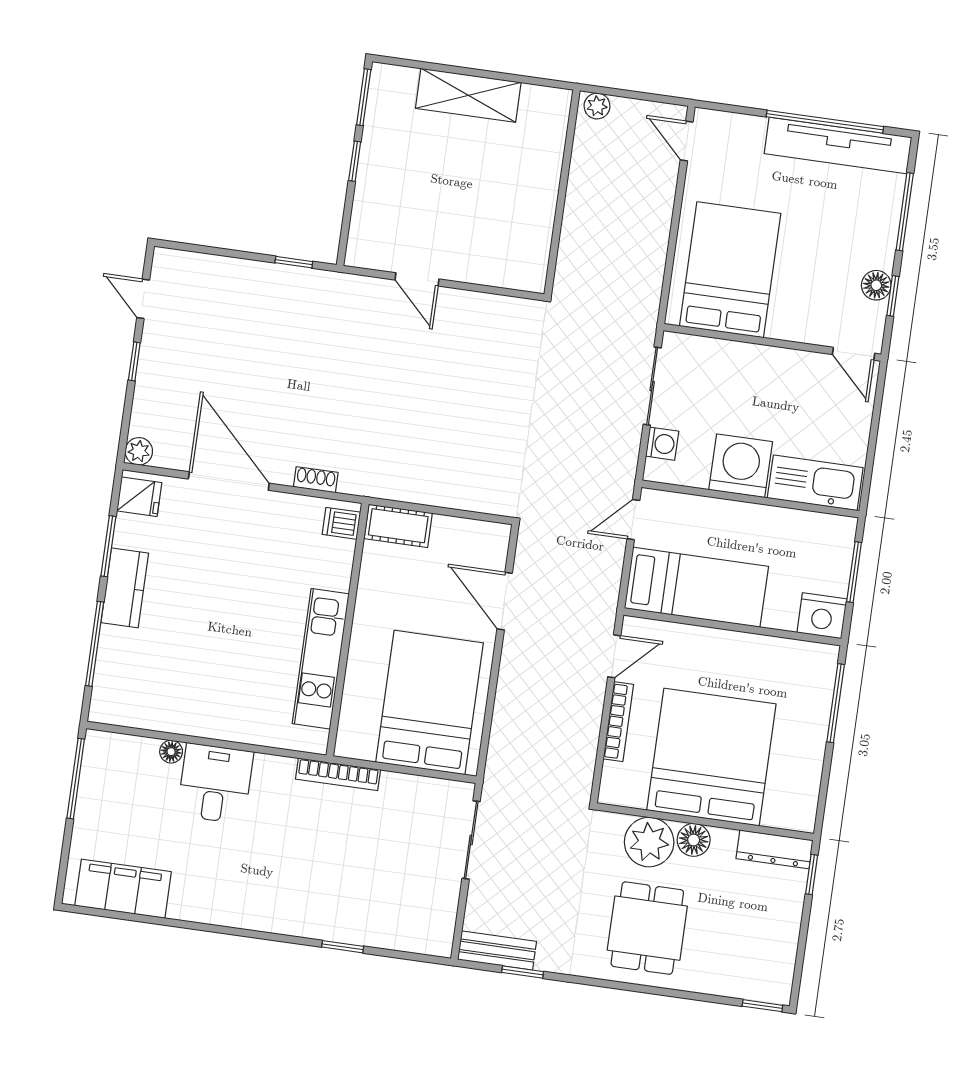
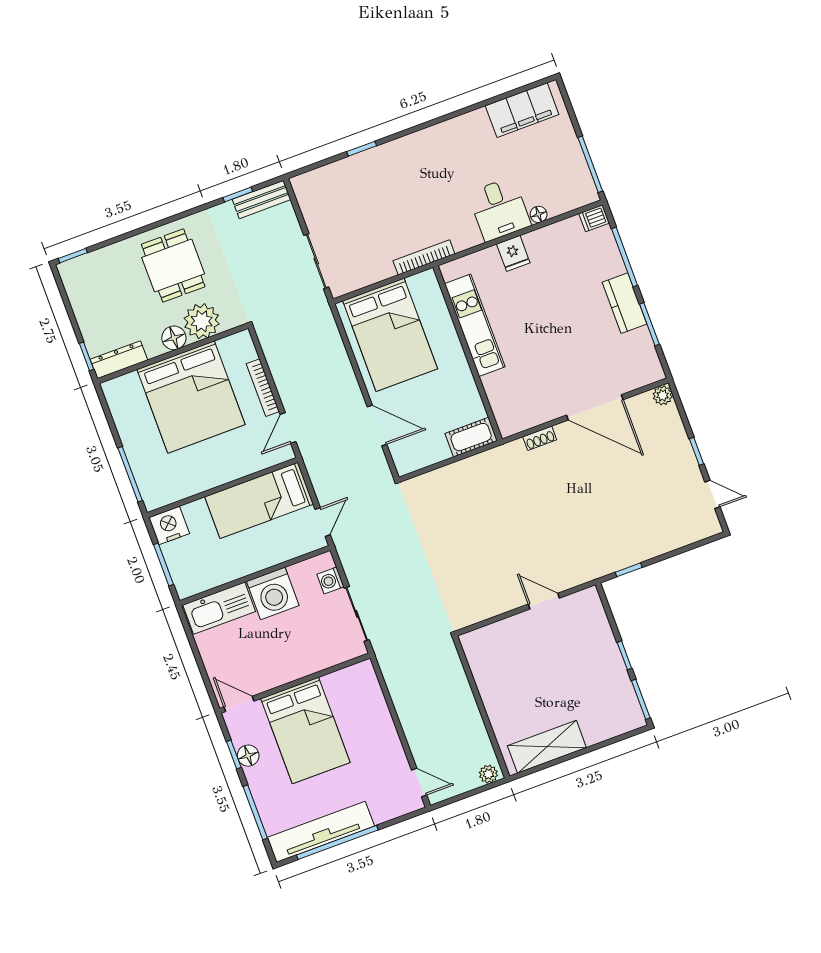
shelving: (468, 95) -> (547, 747), moved
bed: (730, 270) -> (305, 731), moved
fridge: (139, 497) -> (513, 253), moved, turned -90
dishwasher: (341, 523) -> (594, 218), moved, turned 180

